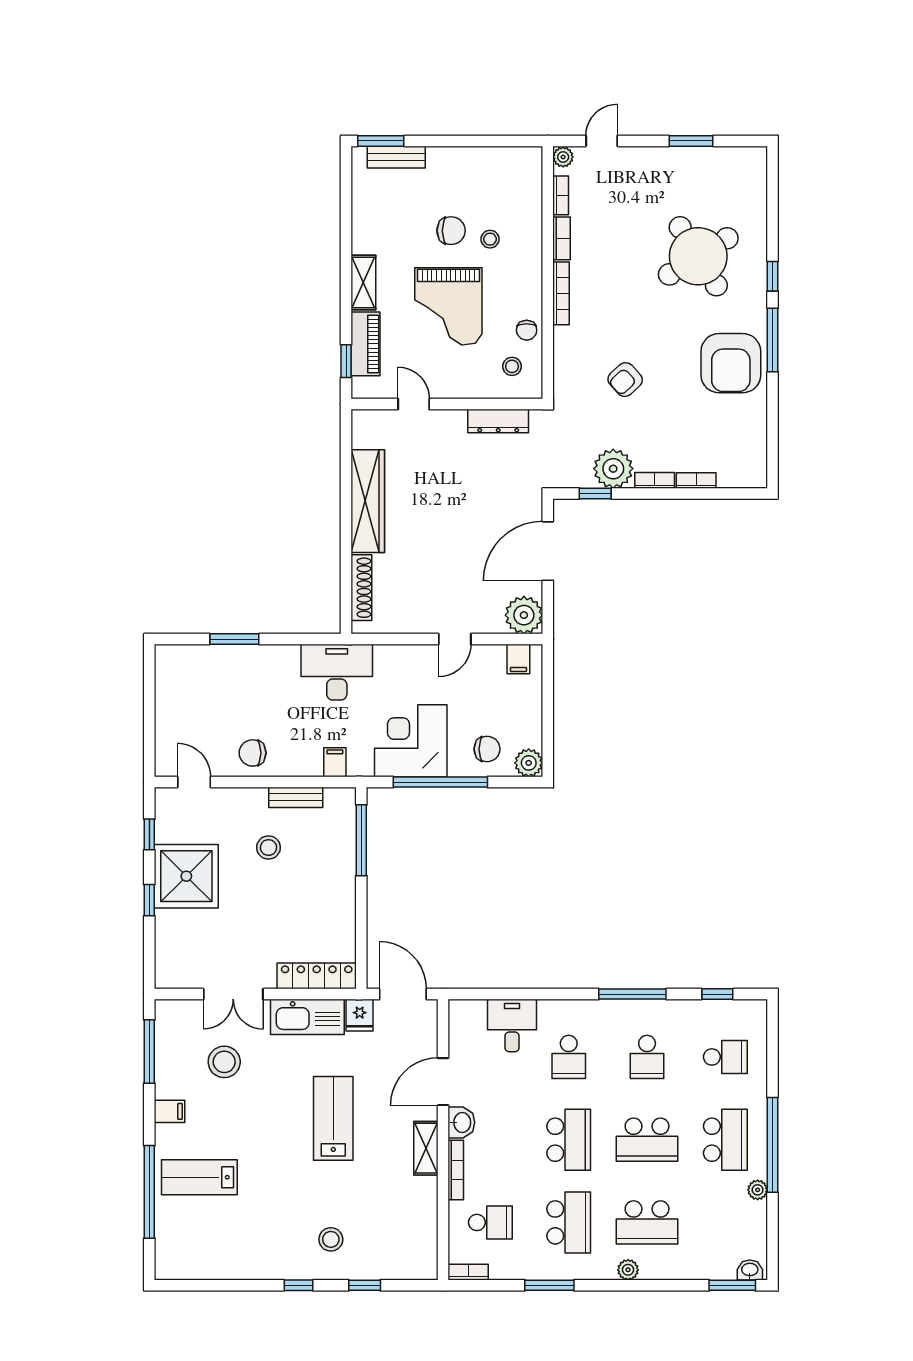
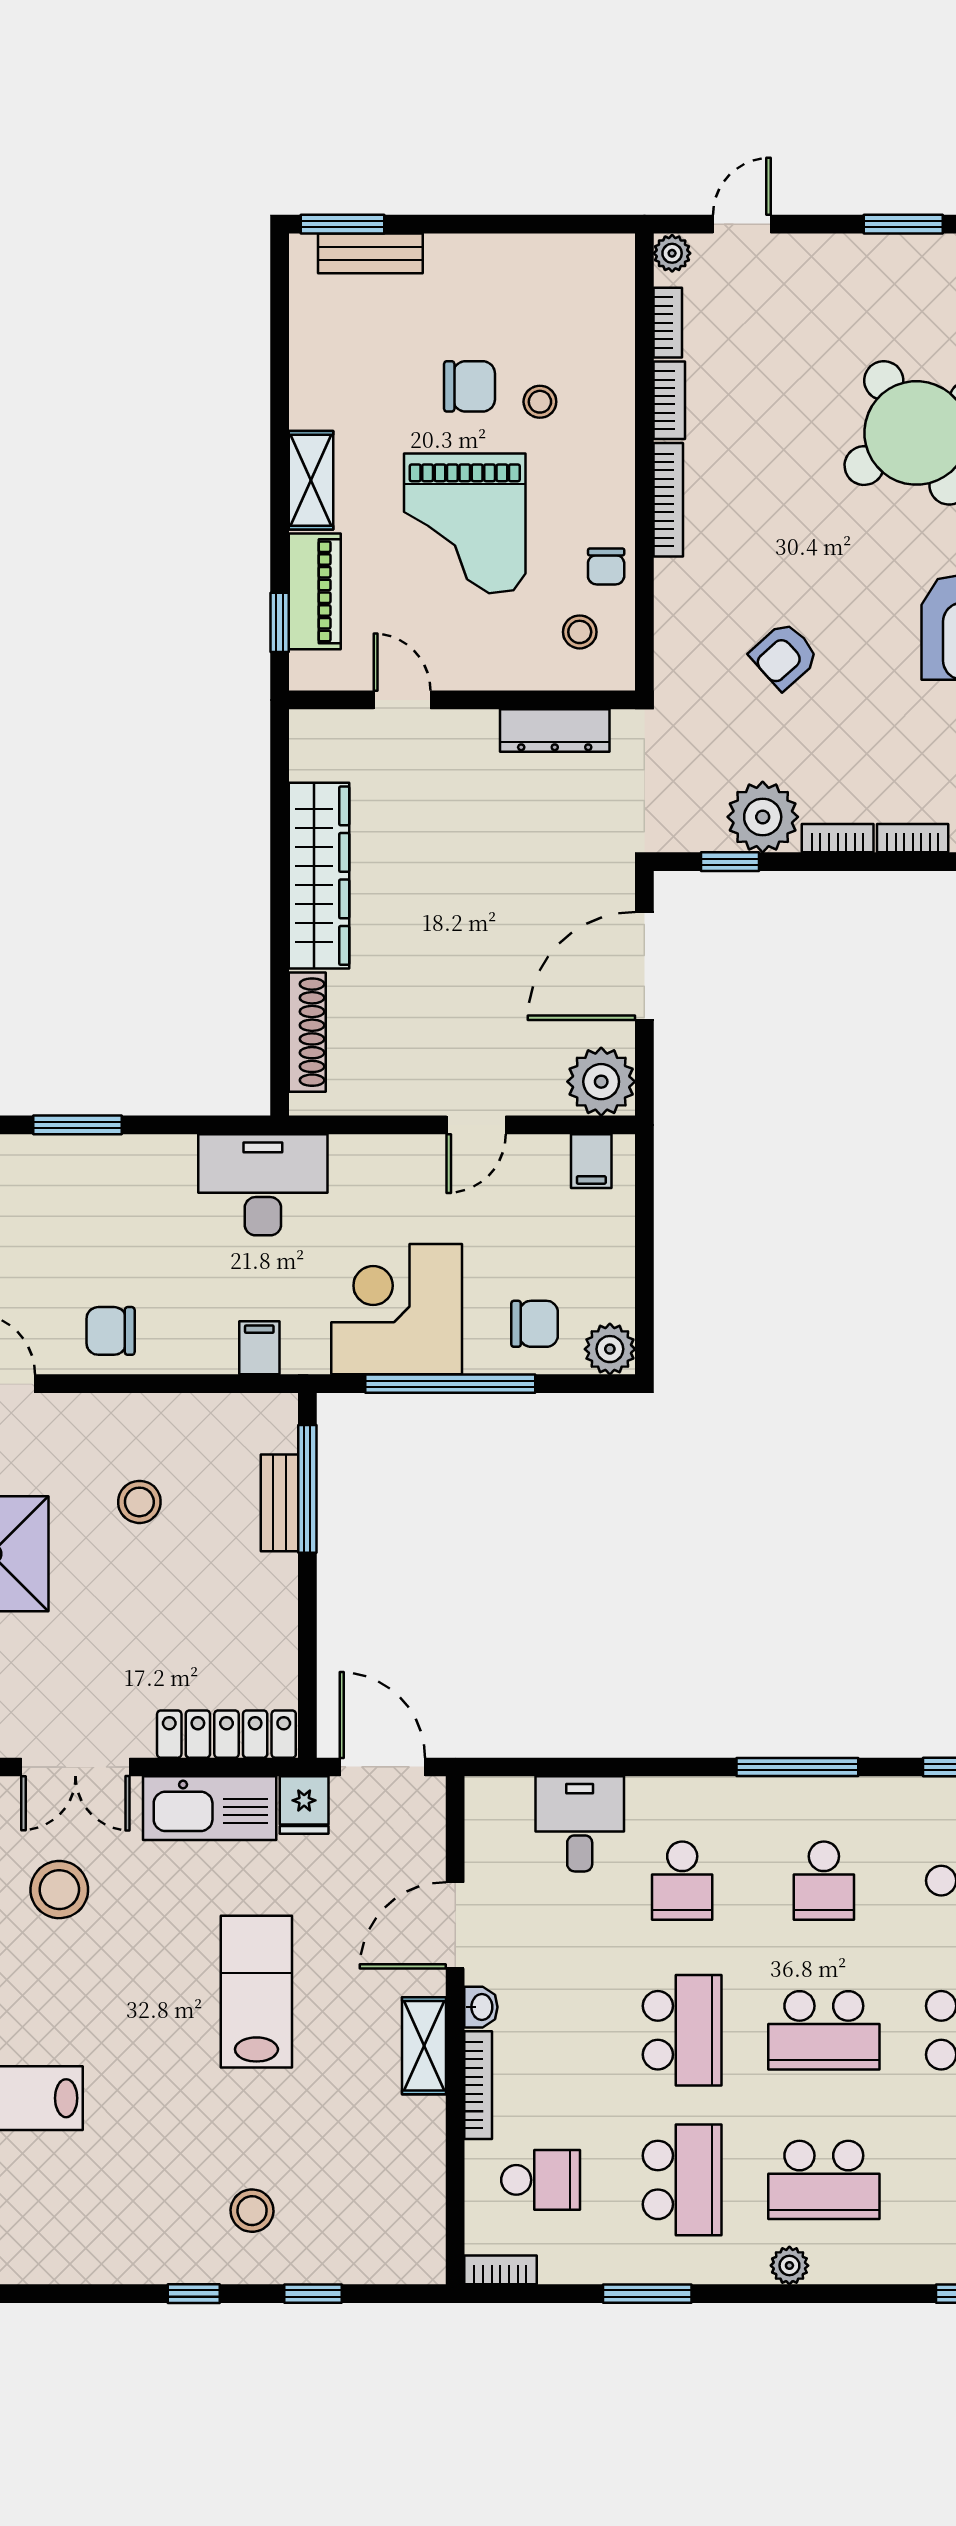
bench: (296, 797) -> (280, 1503), moved, turned 90
washbasin: (461, 1122) -> (481, 2007), width x0.72, depth x0.69

